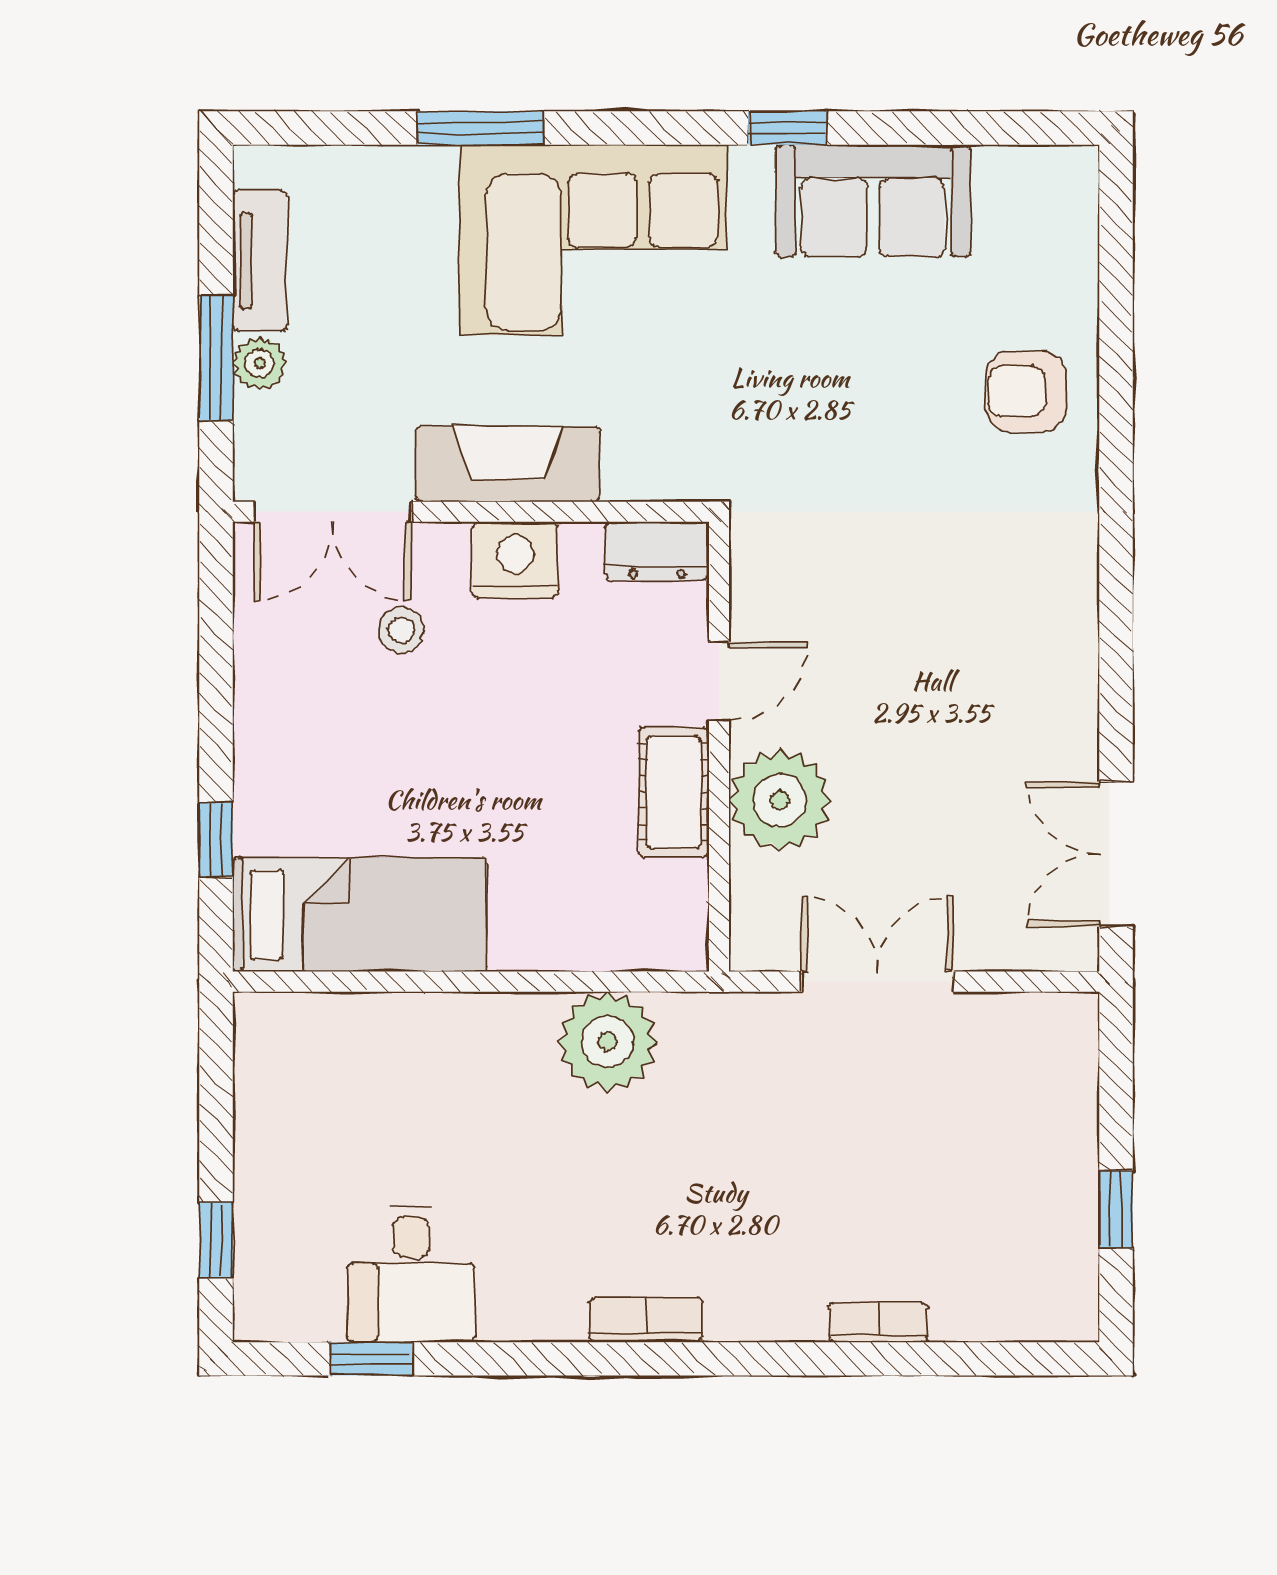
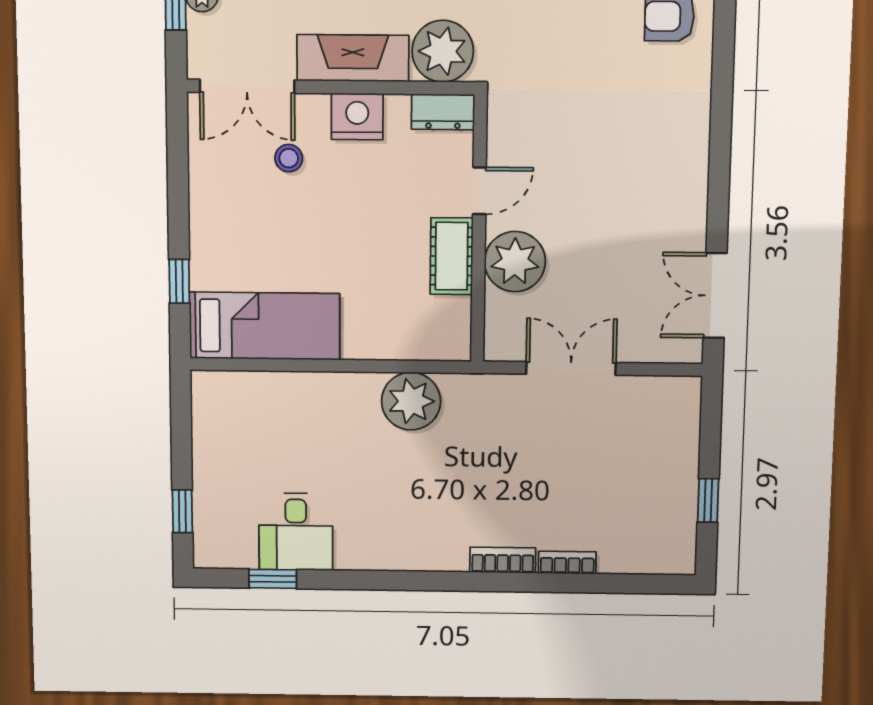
plant: (656, 451) -> (443, 51), added
bookcase: (647, 1320) -> (503, 560), moved

